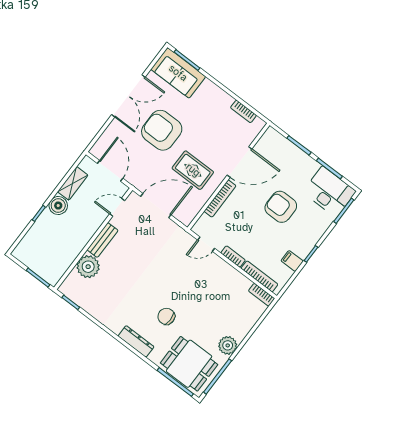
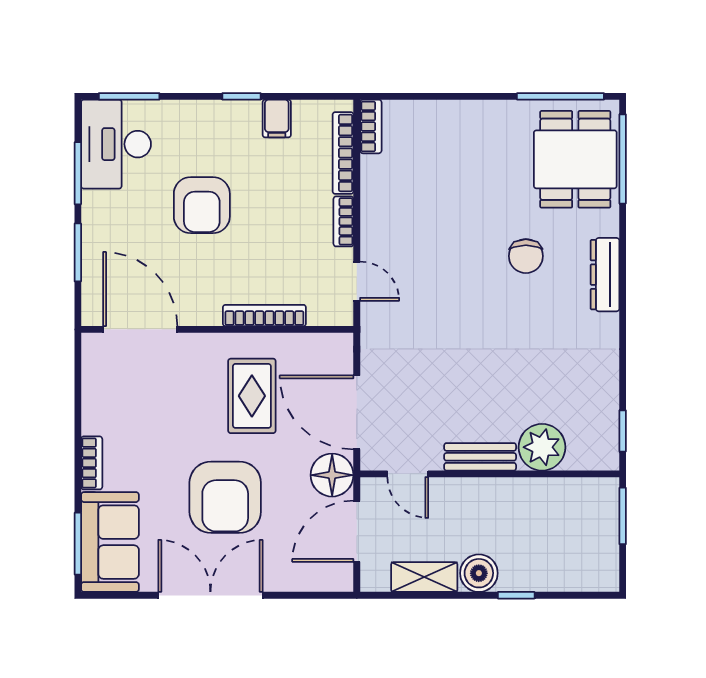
bookcase: (243, 111) -> (92, 463), moved
door: (239, 162) -> (140, 329), moved
floor lamp: (139, 178) -> (332, 475), added
plant: (228, 345) -> (497, 119), removed

